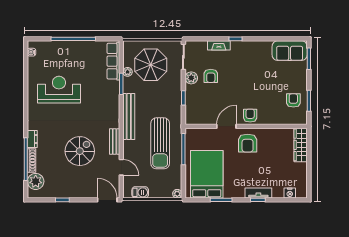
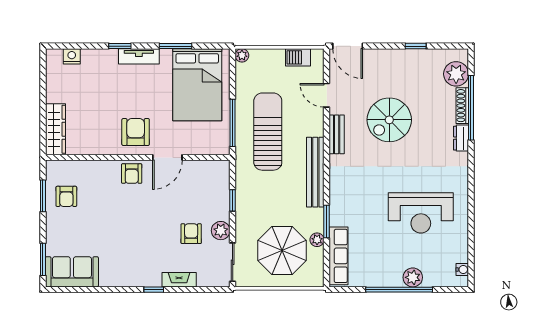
plant: (64, 47) -> (413, 277), added
tv unit: (258, 193) -> (139, 56), moved

